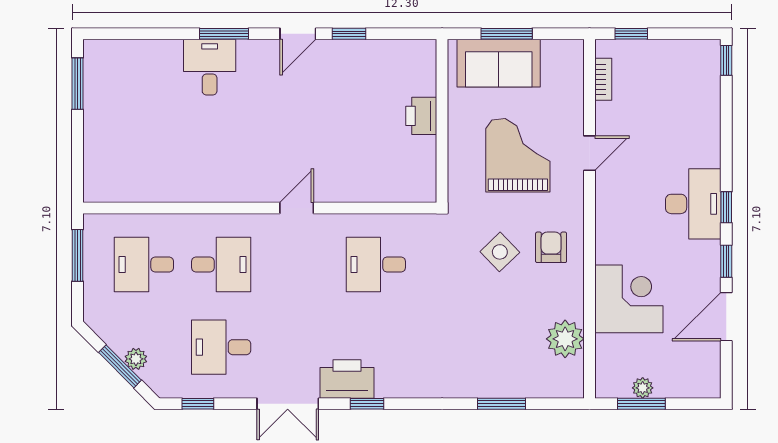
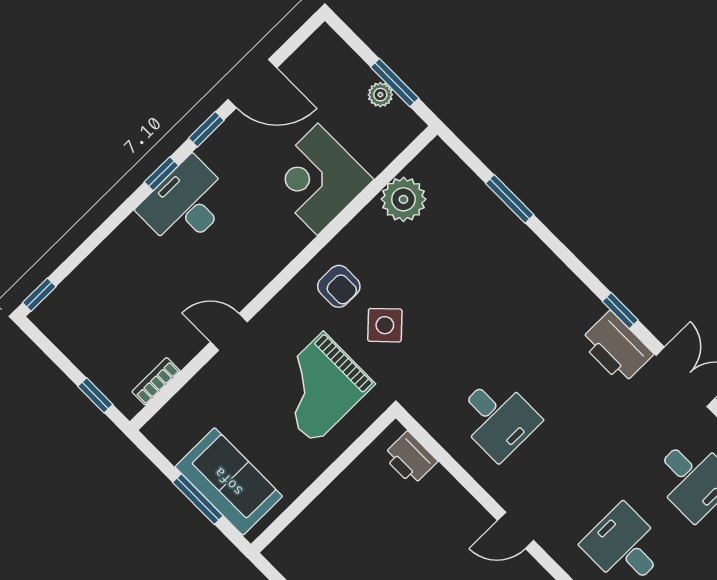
printer: (421, 116) -> (410, 458), moved, turned 90
grand piano: (518, 155) -> (319, 388), moved
armchair: (551, 247) -> (339, 286), turned -90

